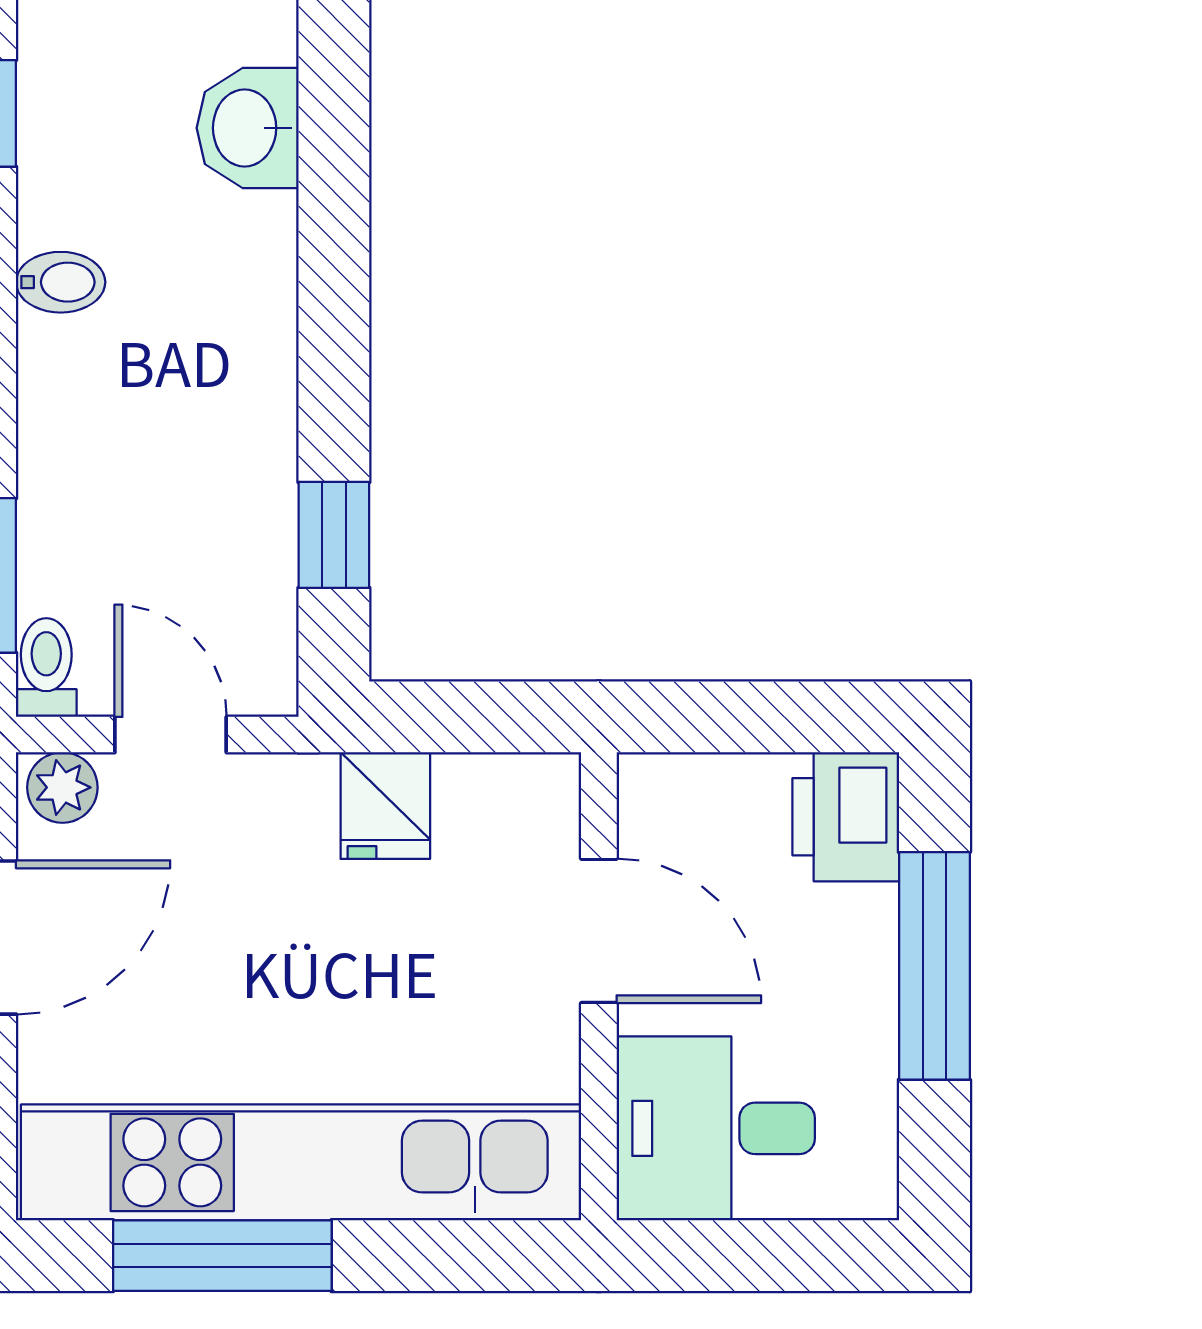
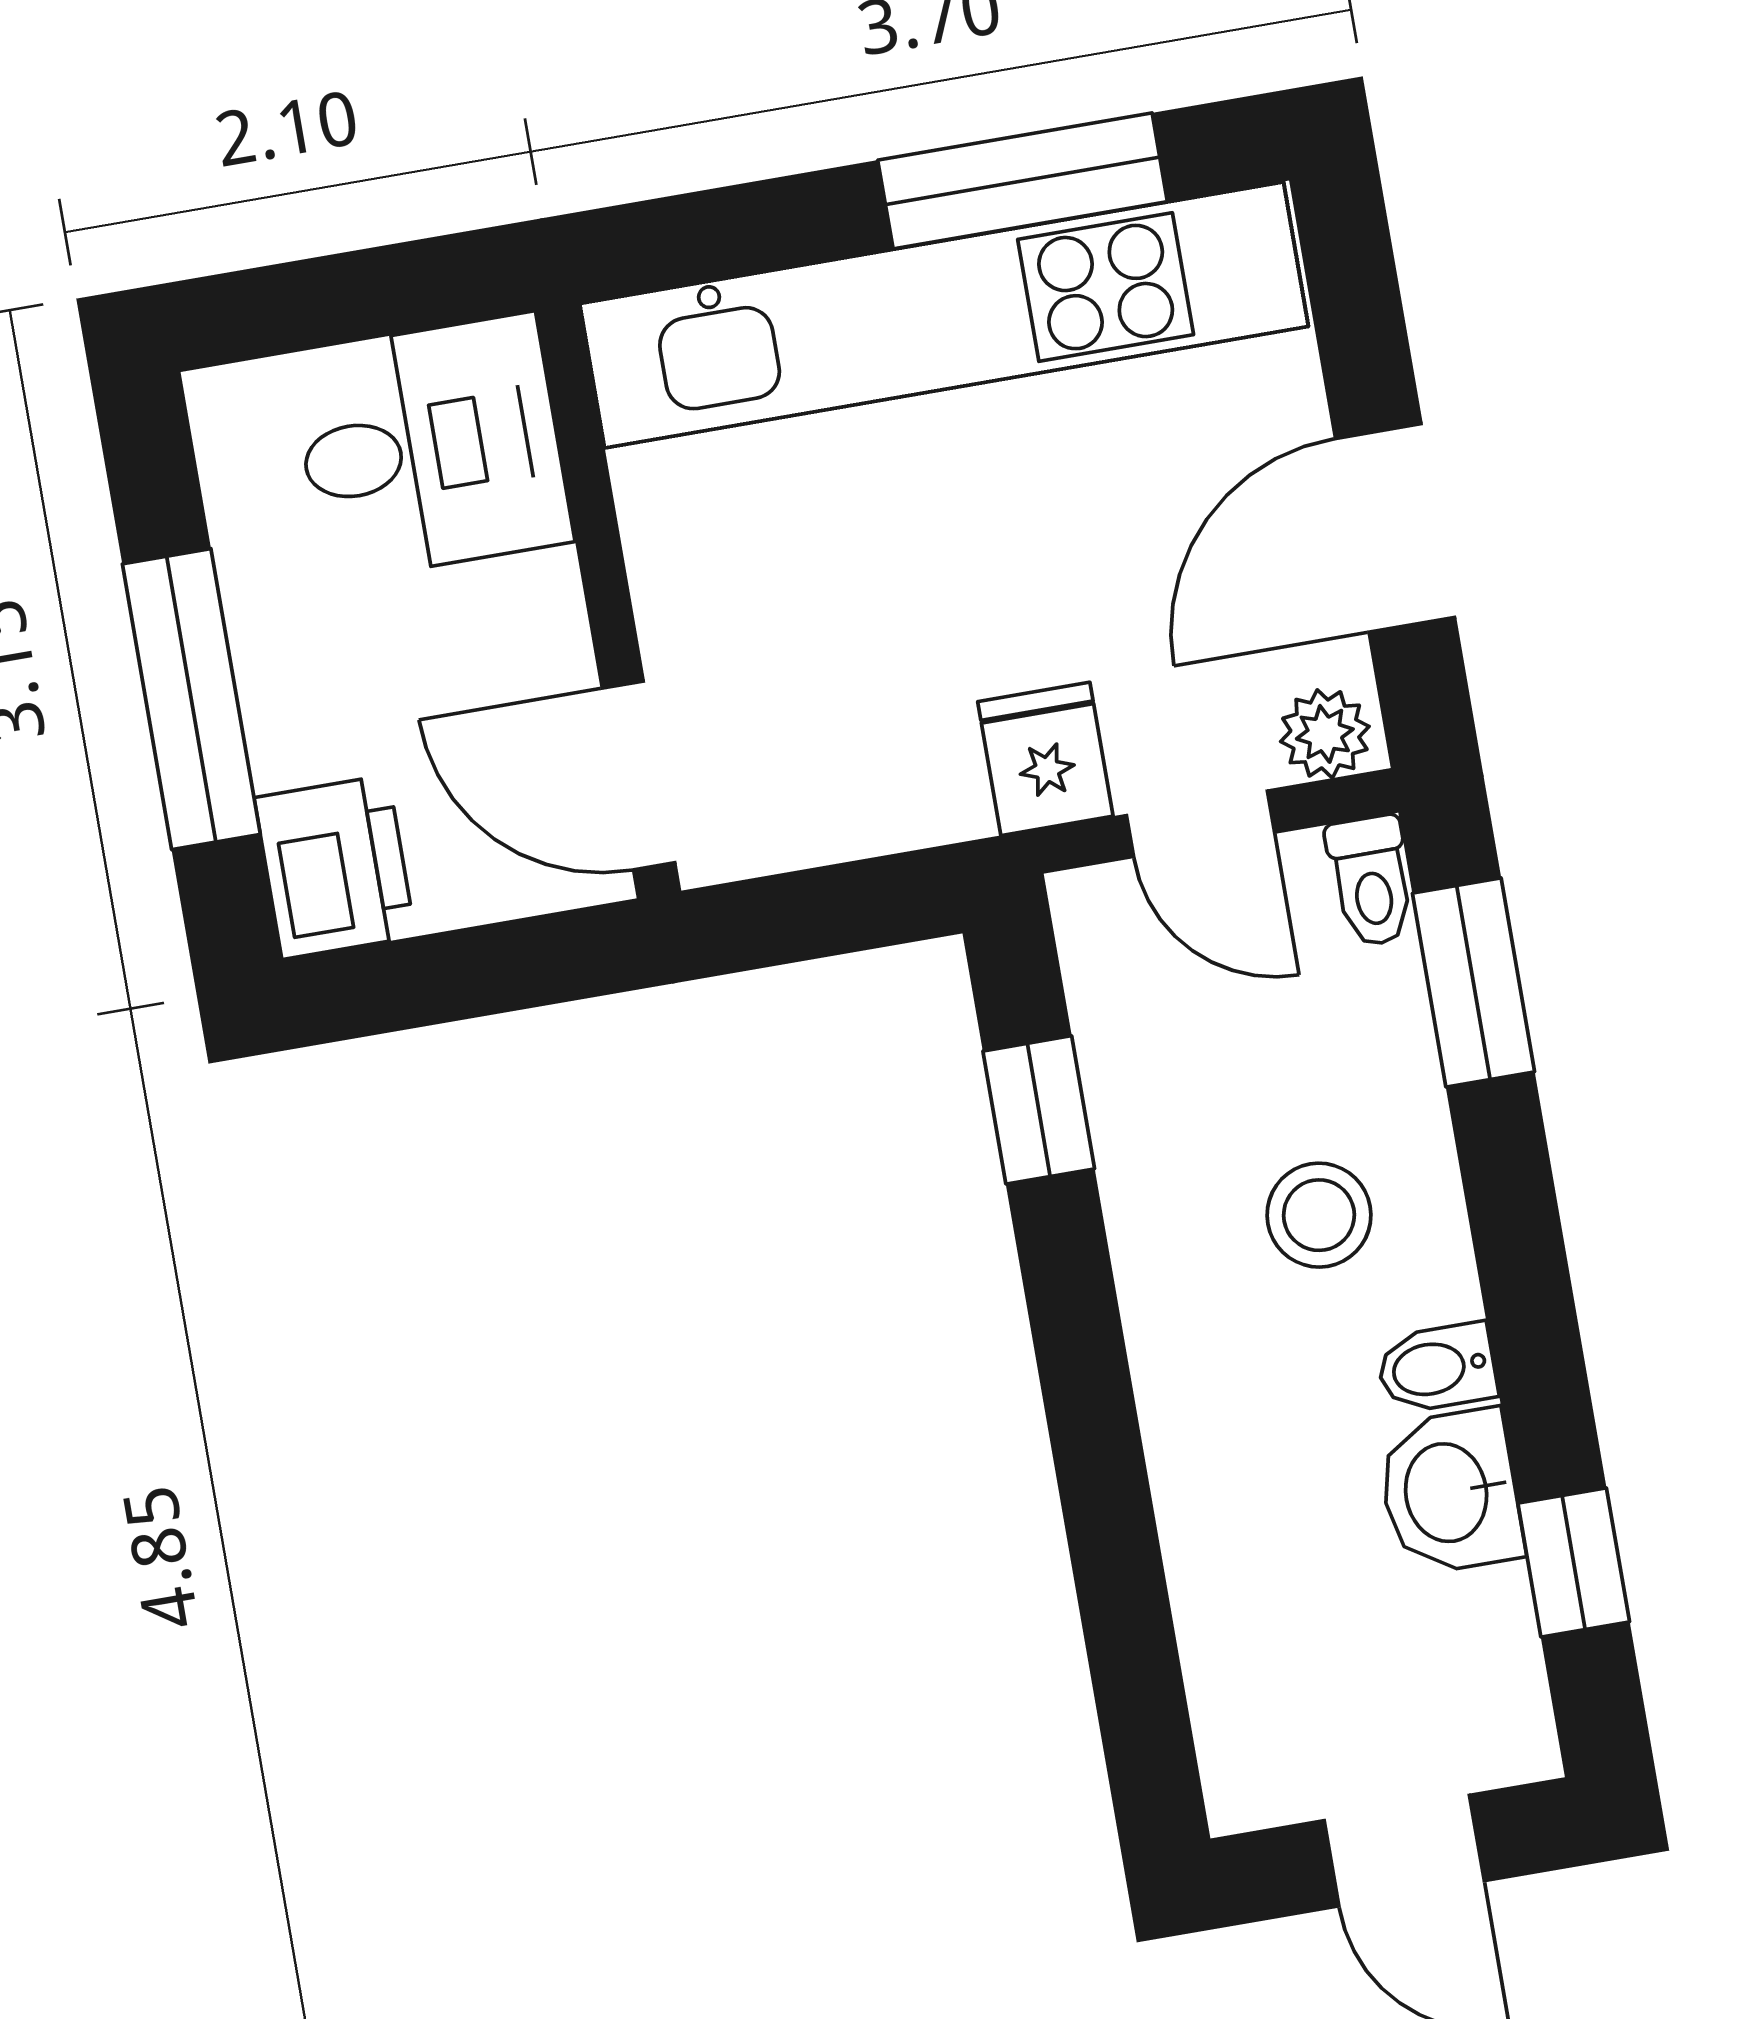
washbasin: (248, 128) -> (1450, 1492), moved, turned 180
stool: (131, 416) -> (1319, 1215), added
fridge: (385, 806) -> (1045, 759), moved
door: (599, 931) -> (638, 775), moved

